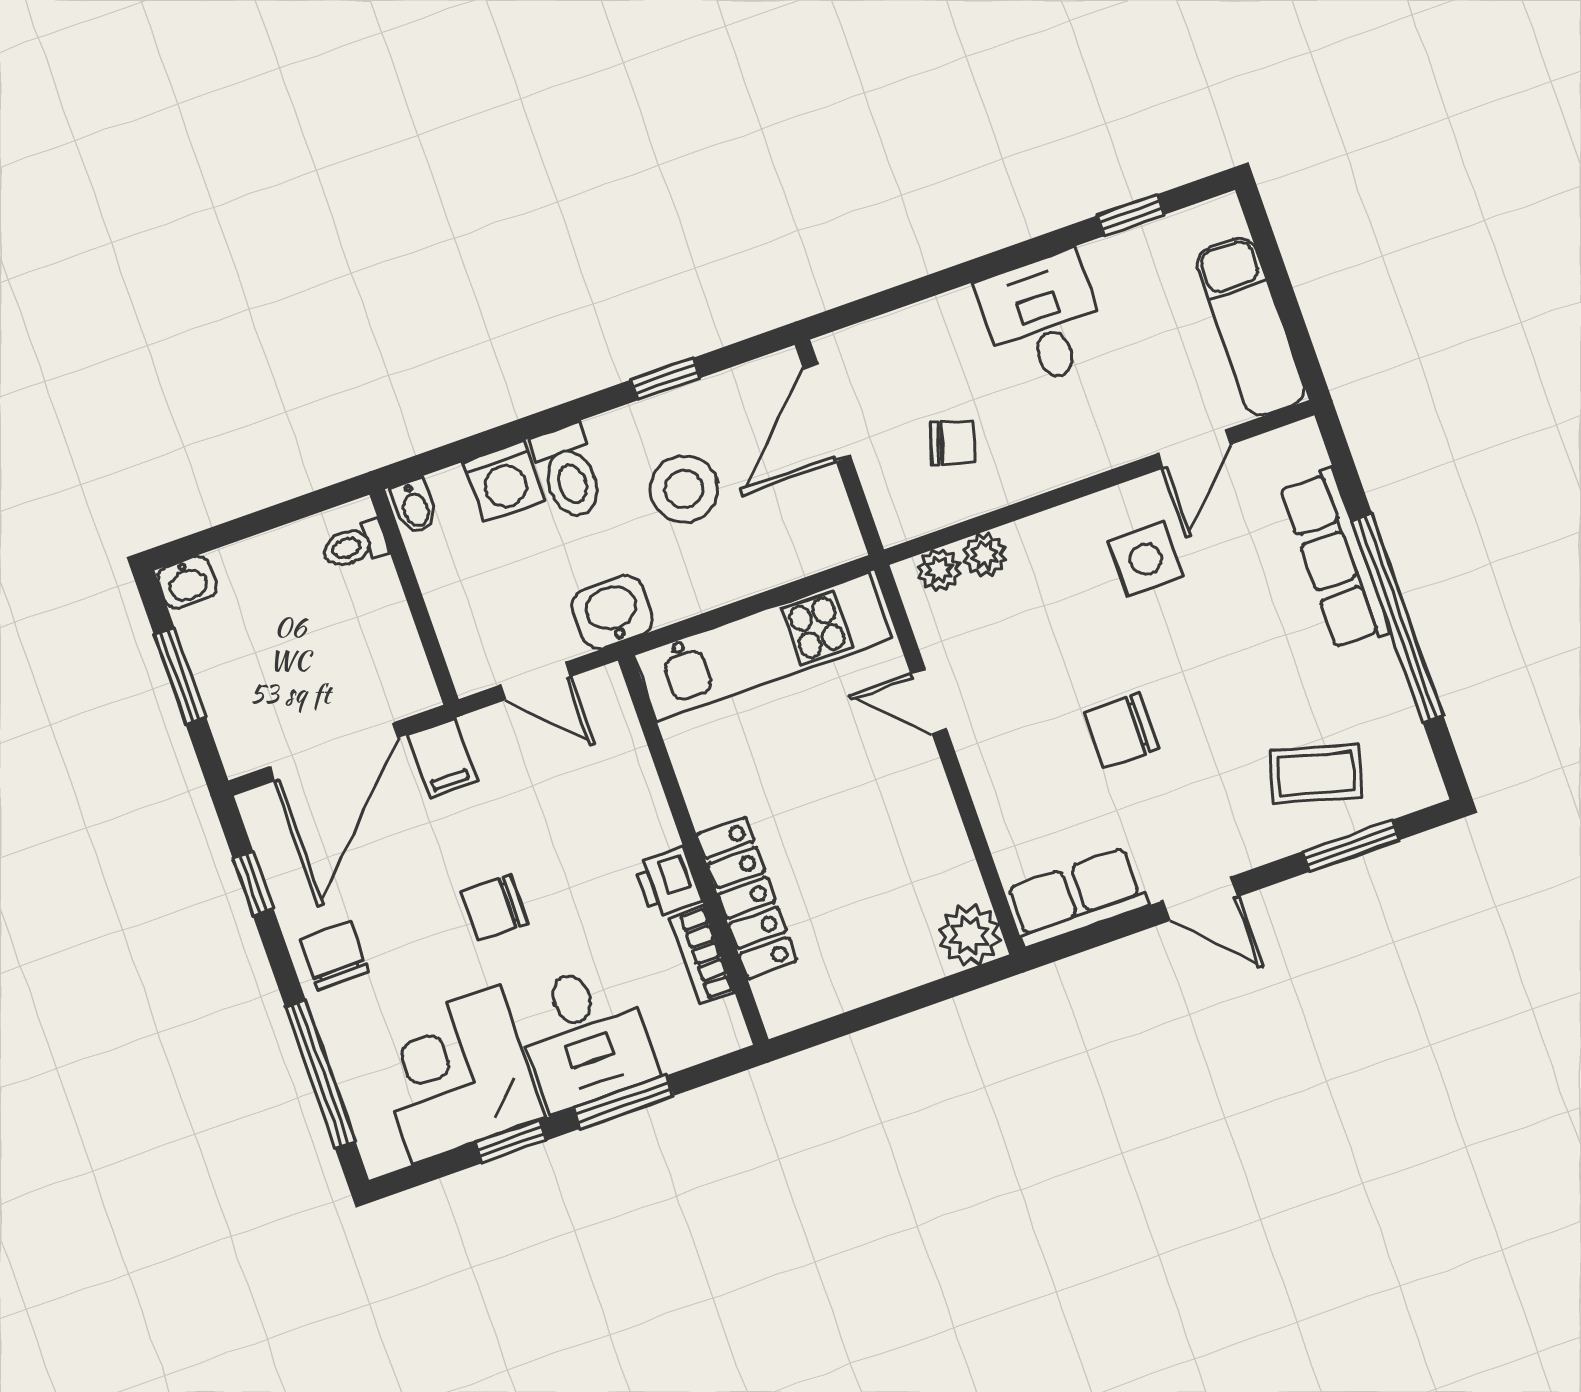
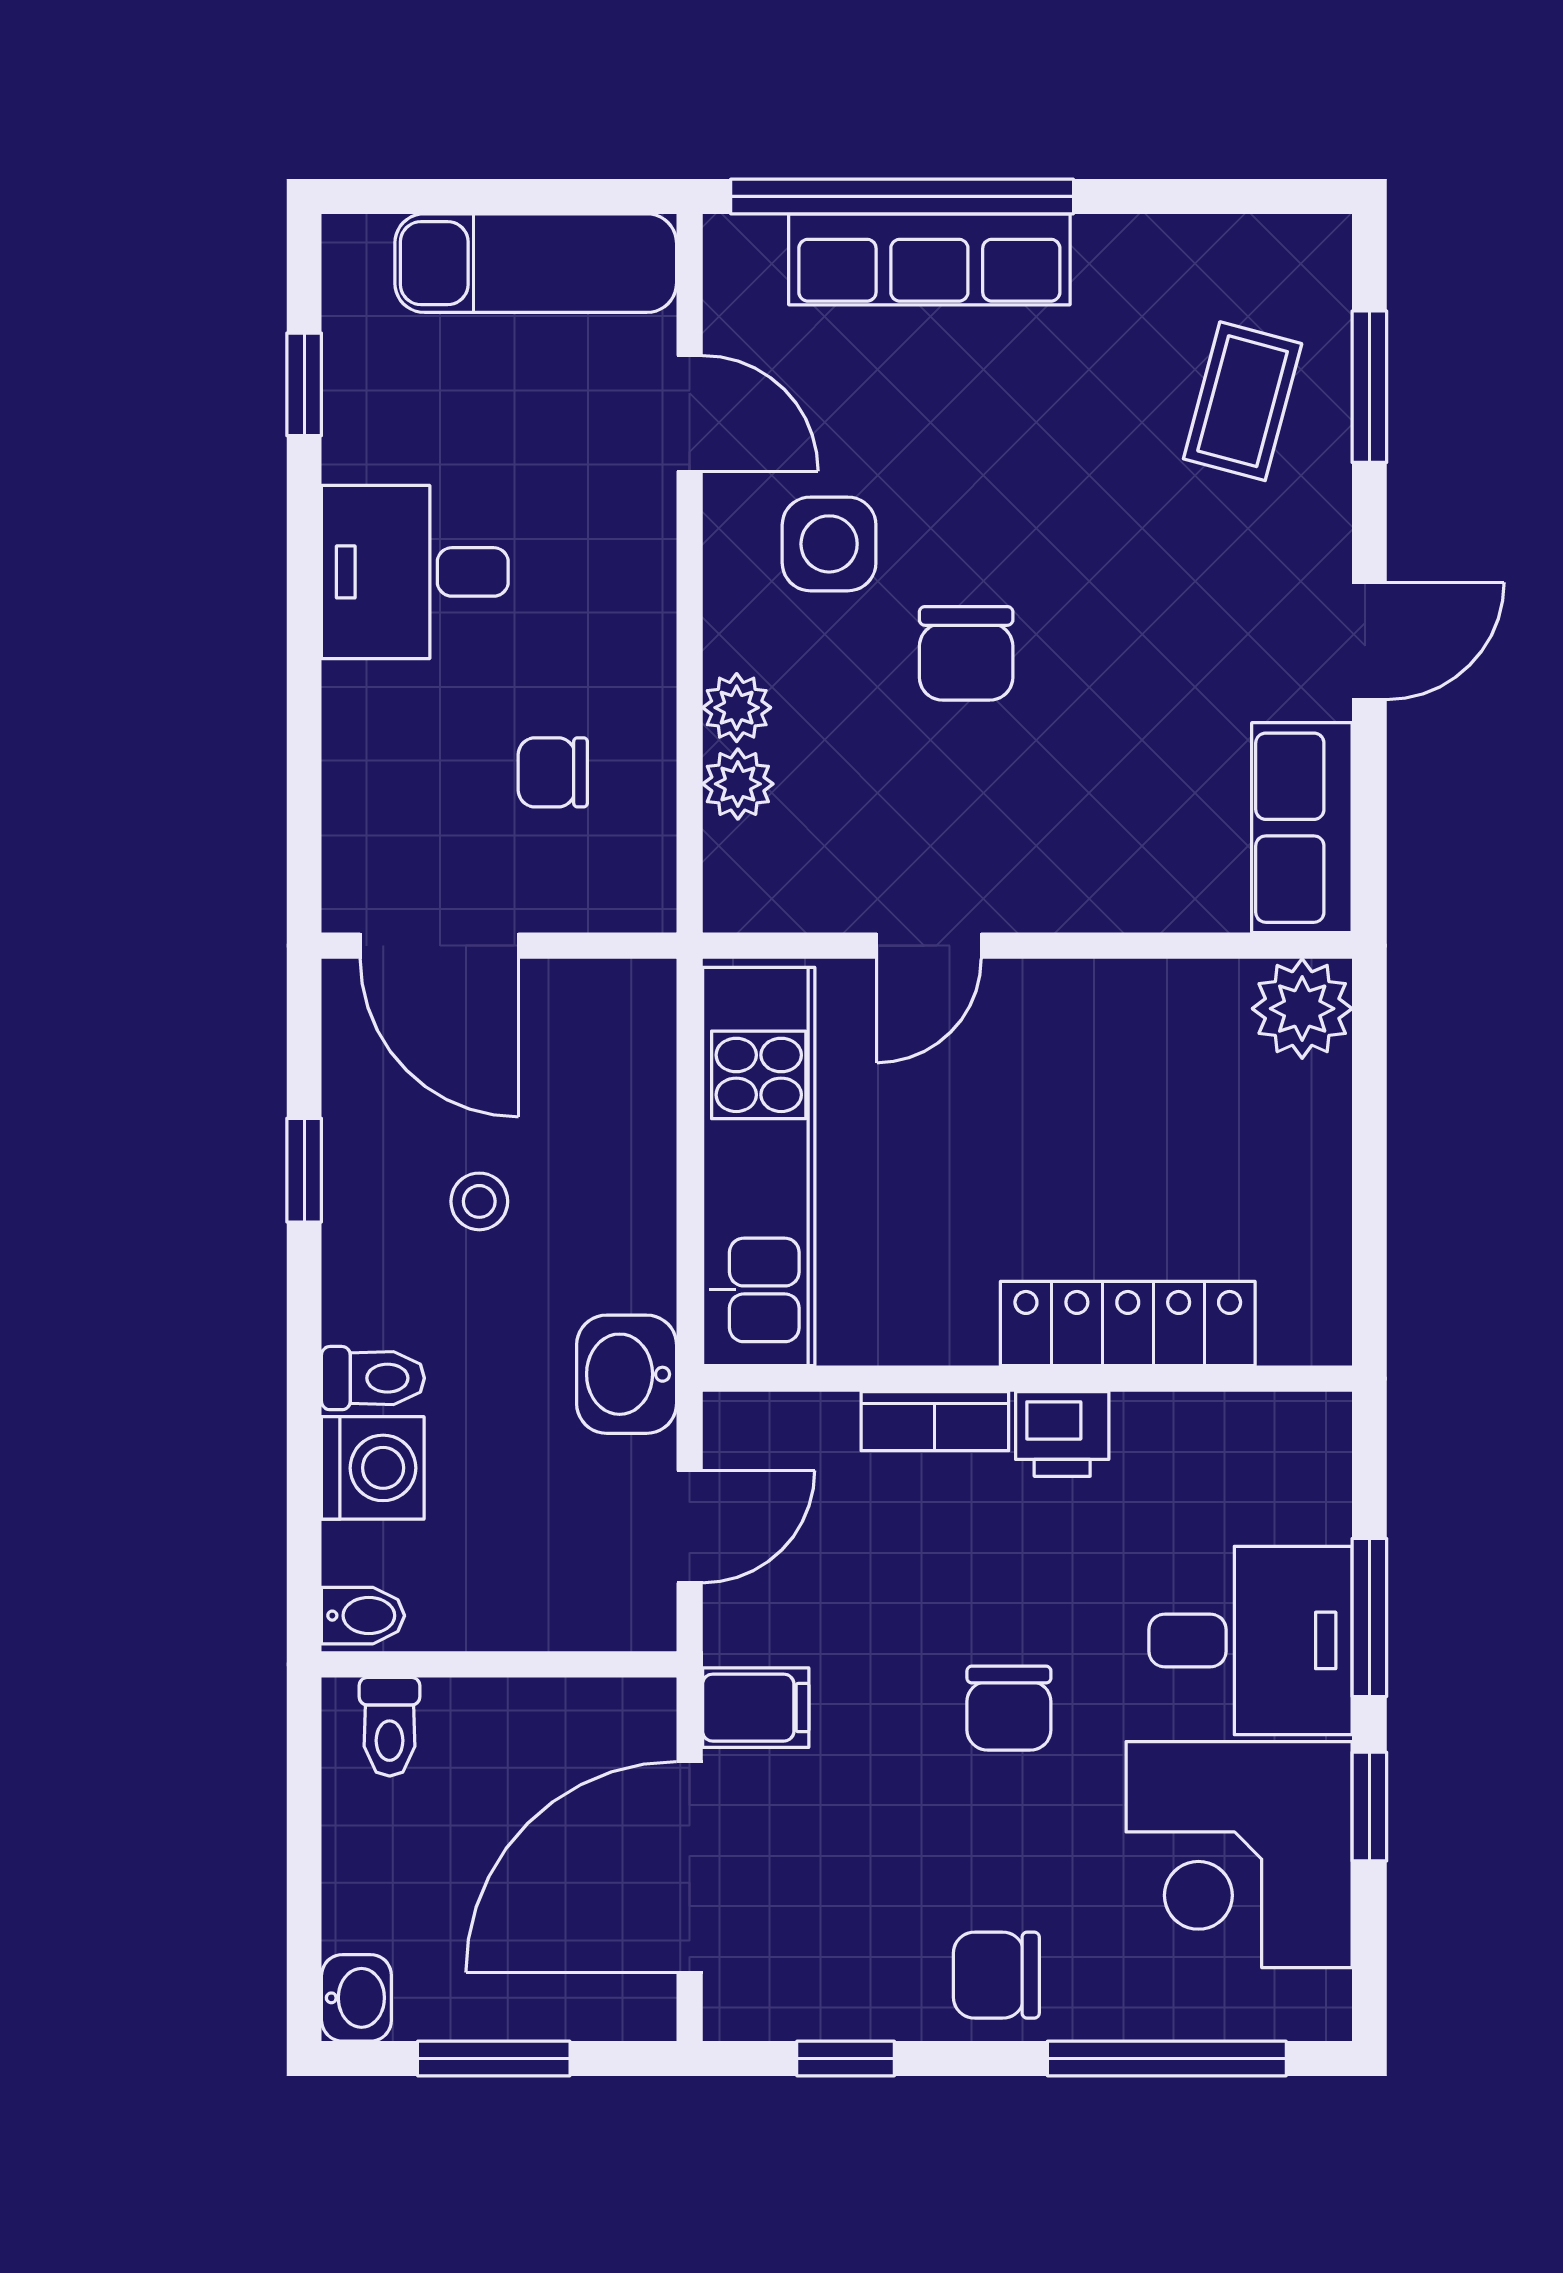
chair: (953, 443) -> (553, 772), turned -107
toilet: (568, 472) -> (373, 1378), width x0.73, depth x0.72
stool: (684, 489) -> (479, 1201), width x0.53, depth x0.53
plant: (939, 570) -> (737, 708), moved
window: (1397, 618) -> (902, 196), moved
chair: (1121, 730) -> (966, 653), moved
door: (334, 752) -> (690, 1867), swing flipped
bookcase: (702, 955) -> (935, 1421), moved

